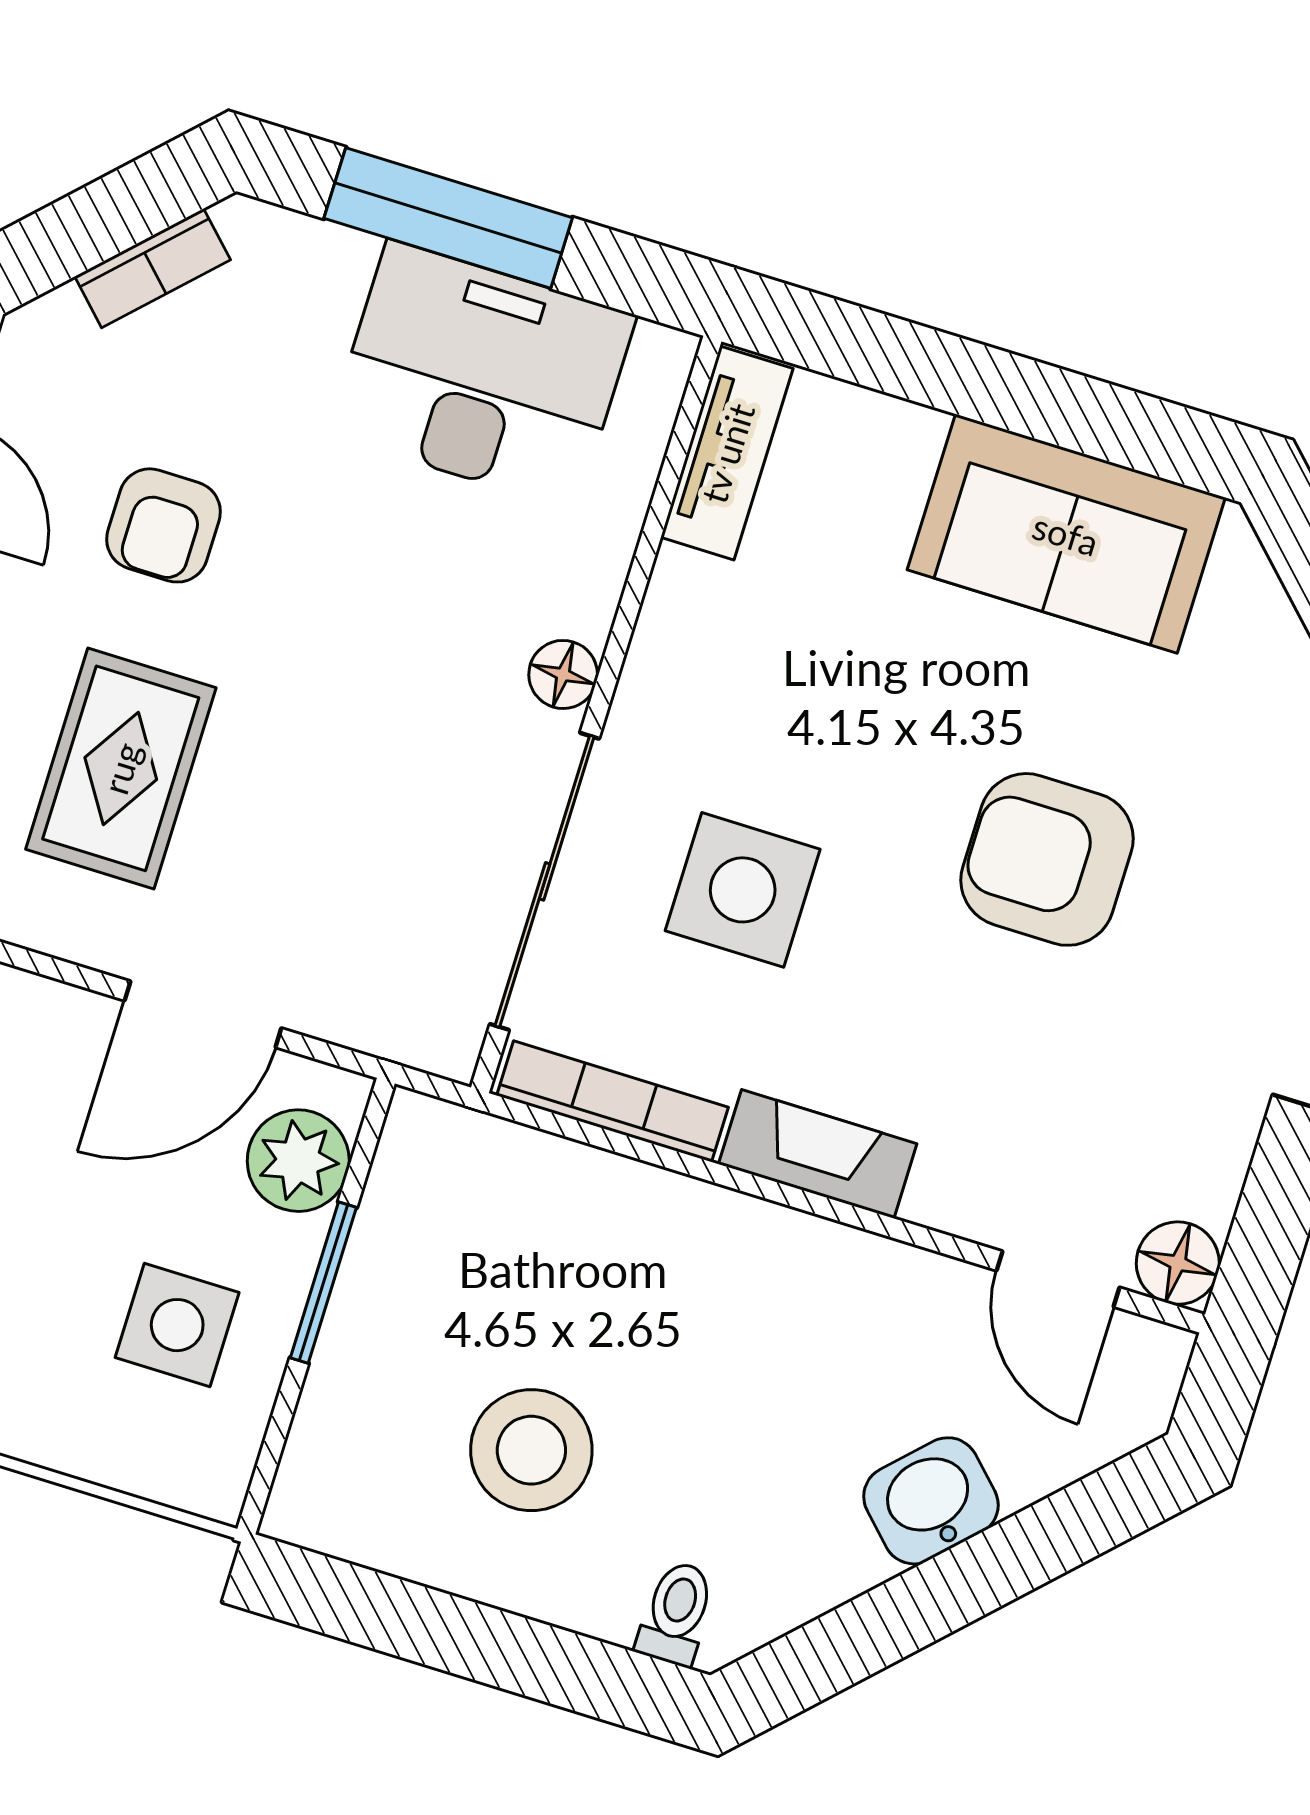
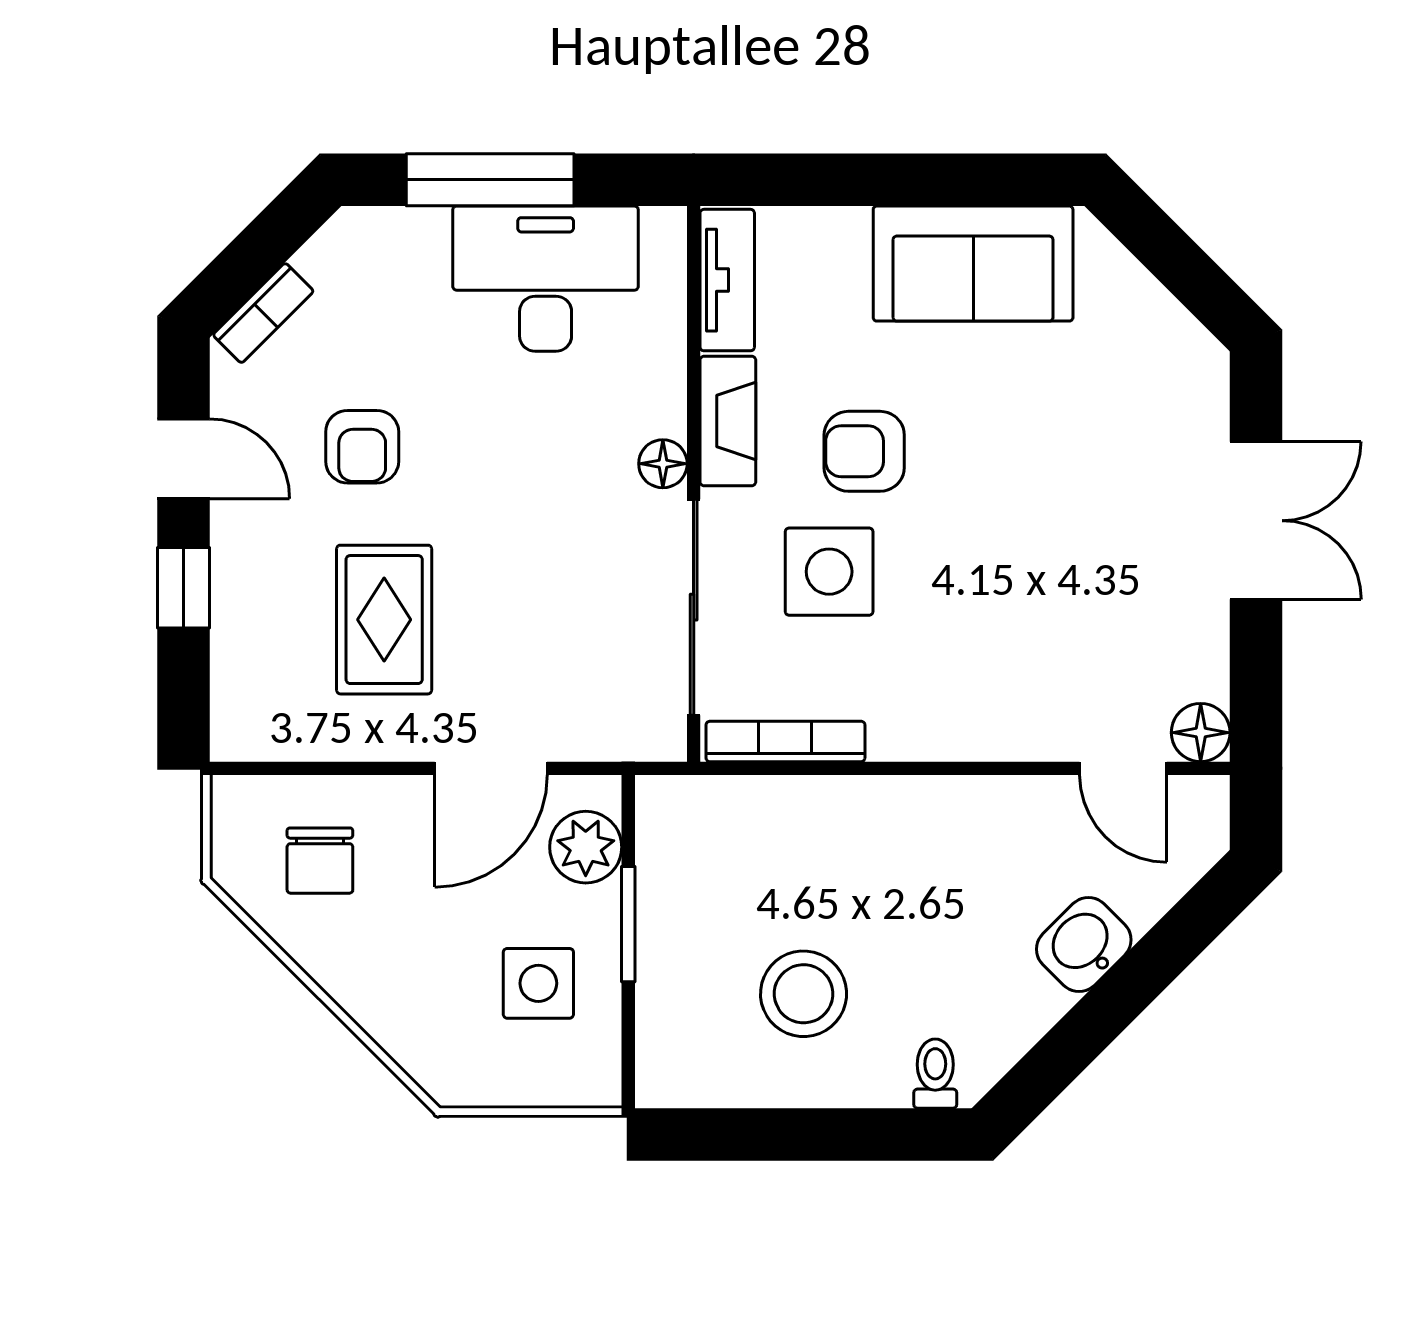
bookcase: (153, 268) -> (263, 313), moved
armchair: (1047, 859) -> (864, 451), moved, width x0.72, depth x0.72
fireplace: (818, 1154) -> (728, 421), moved, turned 90

